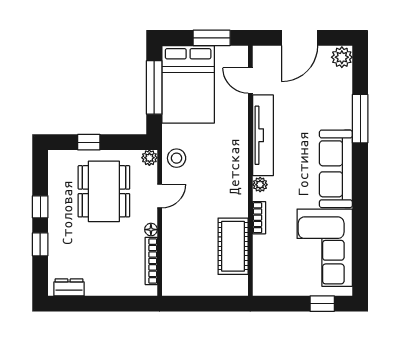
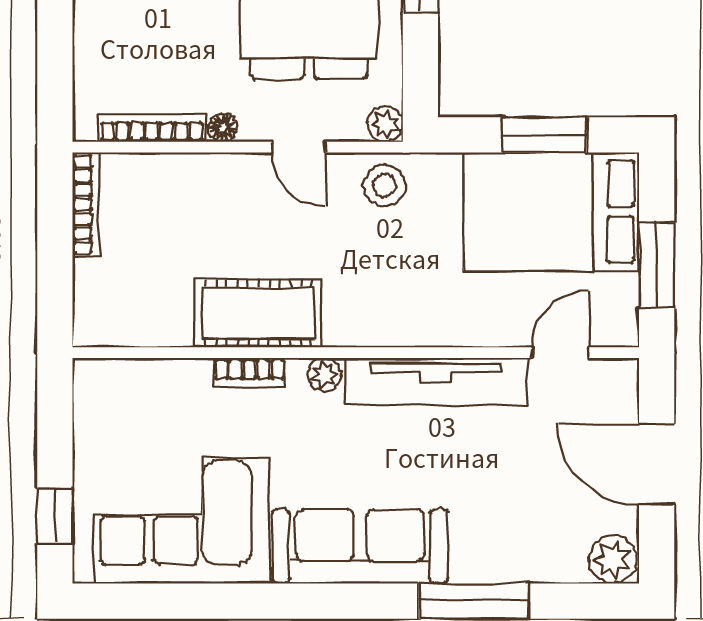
window: (154, 87) -> (544, 135), width x0.69
cot: (233, 246) -> (259, 313), moved
bookcase: (185, 290) -> (86, 205), added

